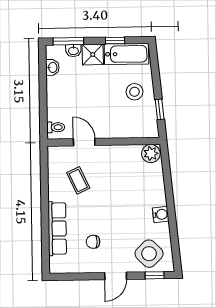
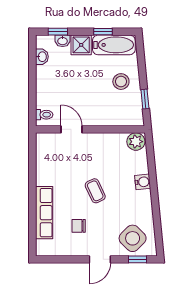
window: (68, 41) -> (58, 32), width x0.67
coffee table: (78, 180) -> (95, 191), moved
water cooler: (161, 214) -> (143, 182), moved

